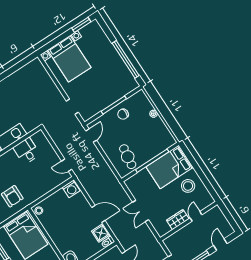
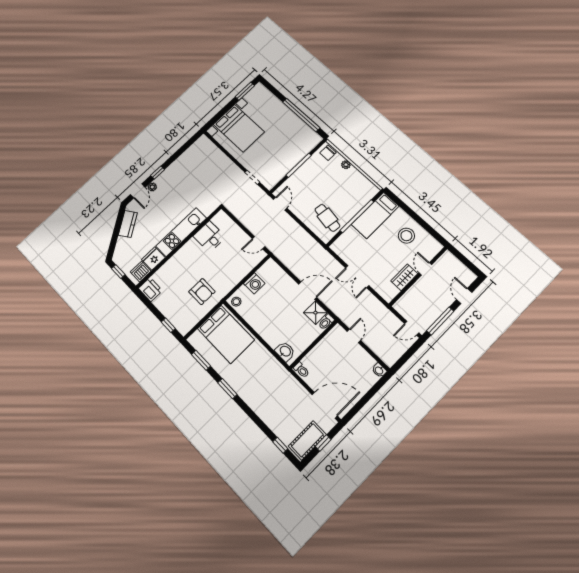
chair: (123, 114) -> (328, 153), moved
bed: (170, 167) -> (375, 215), width x0.67
washing machine: (71, 189) -> (254, 283), moved

